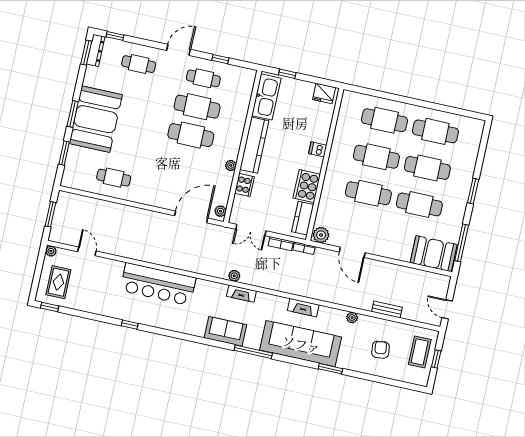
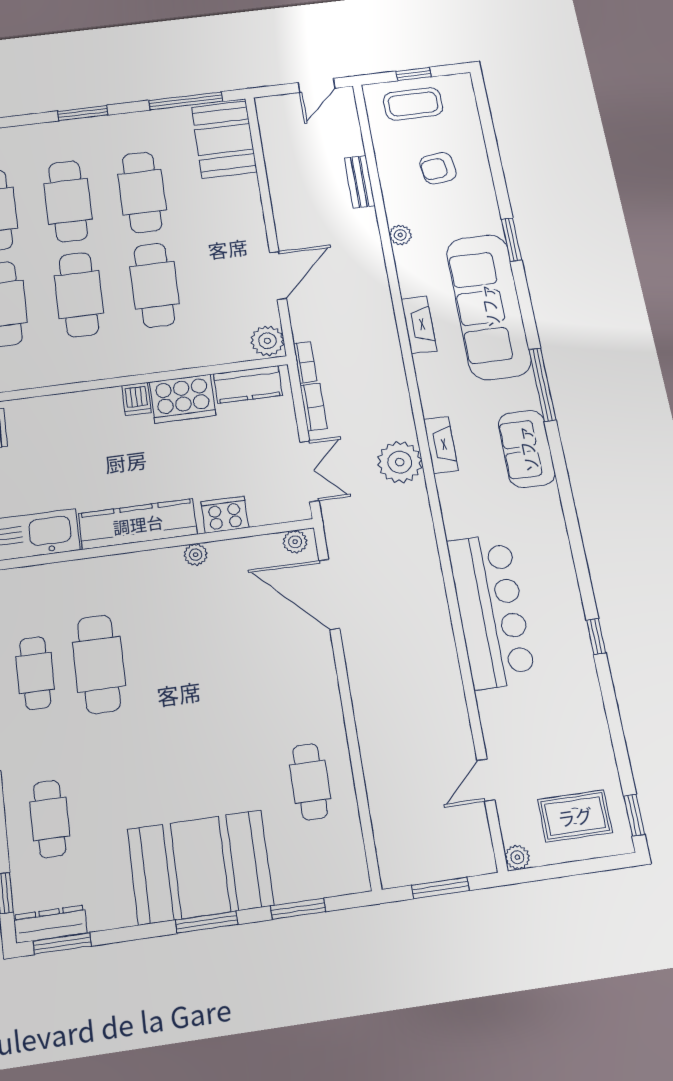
cafe table: (191, 135) -> (162, 655), removed
dishwasher: (318, 149) -> (136, 399), moved
plant: (234, 276) -> (400, 462), width x1.87, depth x1.87

